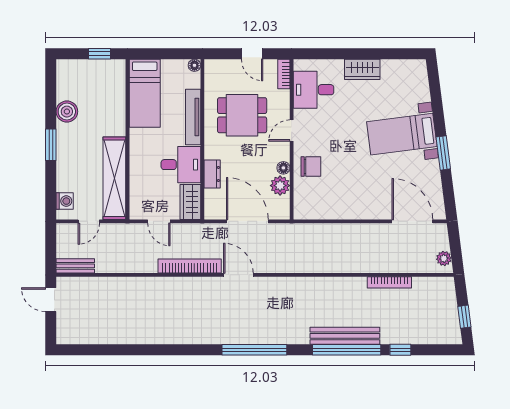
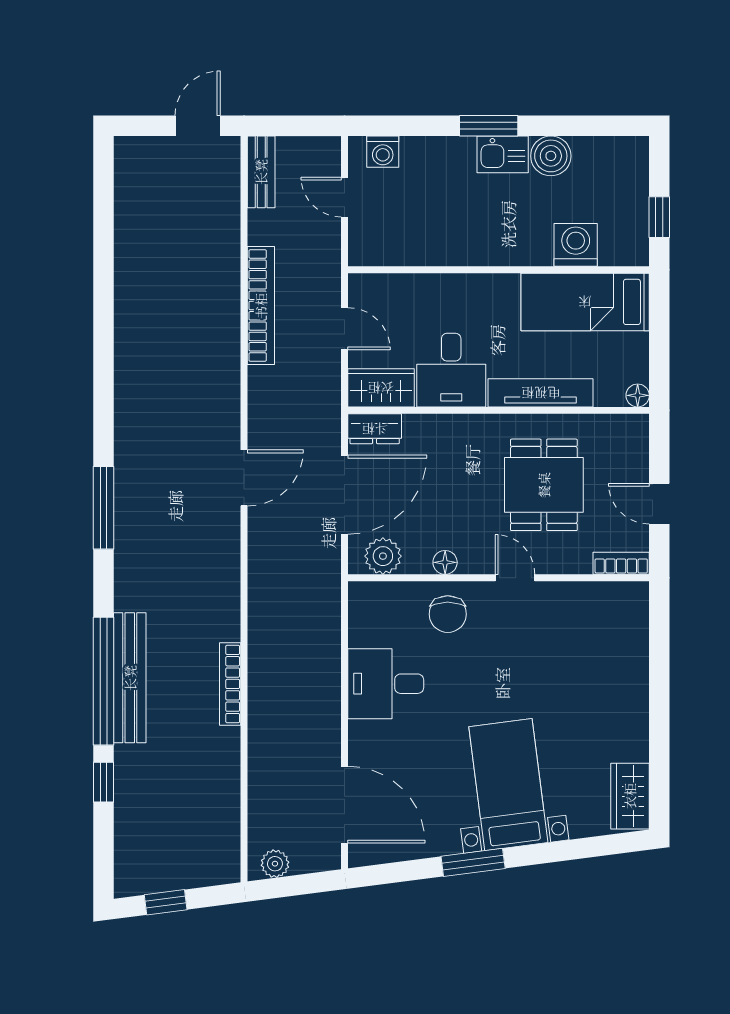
door: (252, 54) -> (659, 504), hinge flipped
wardrobe: (362, 69) -> (630, 796), moved
desk: (314, 90) -> (386, 684), moved, turned -90
washing machine: (114, 98) -> (576, 245), added
kitchen sink: (66, 137) -> (503, 154), added
dresser: (212, 174) -> (375, 429), moved
shelving: (114, 178) -> (426, 245), removed
plant: (280, 186) -> (383, 556), moved
door: (159, 221) -> (345, 329), swing flipped
door: (412, 221) -> (345, 805), hinge flipped
bookcase: (190, 266) -> (261, 306), moved
bookcase: (389, 282) -> (230, 684), moved
window: (254, 350) -> (103, 508), width x0.68

